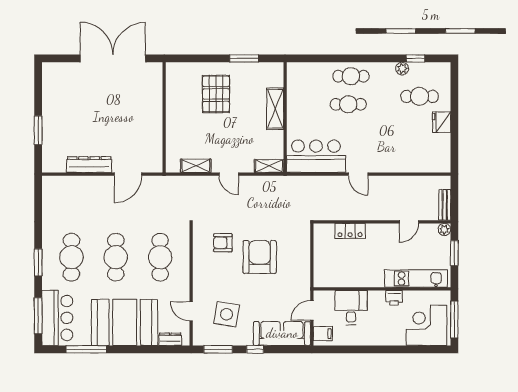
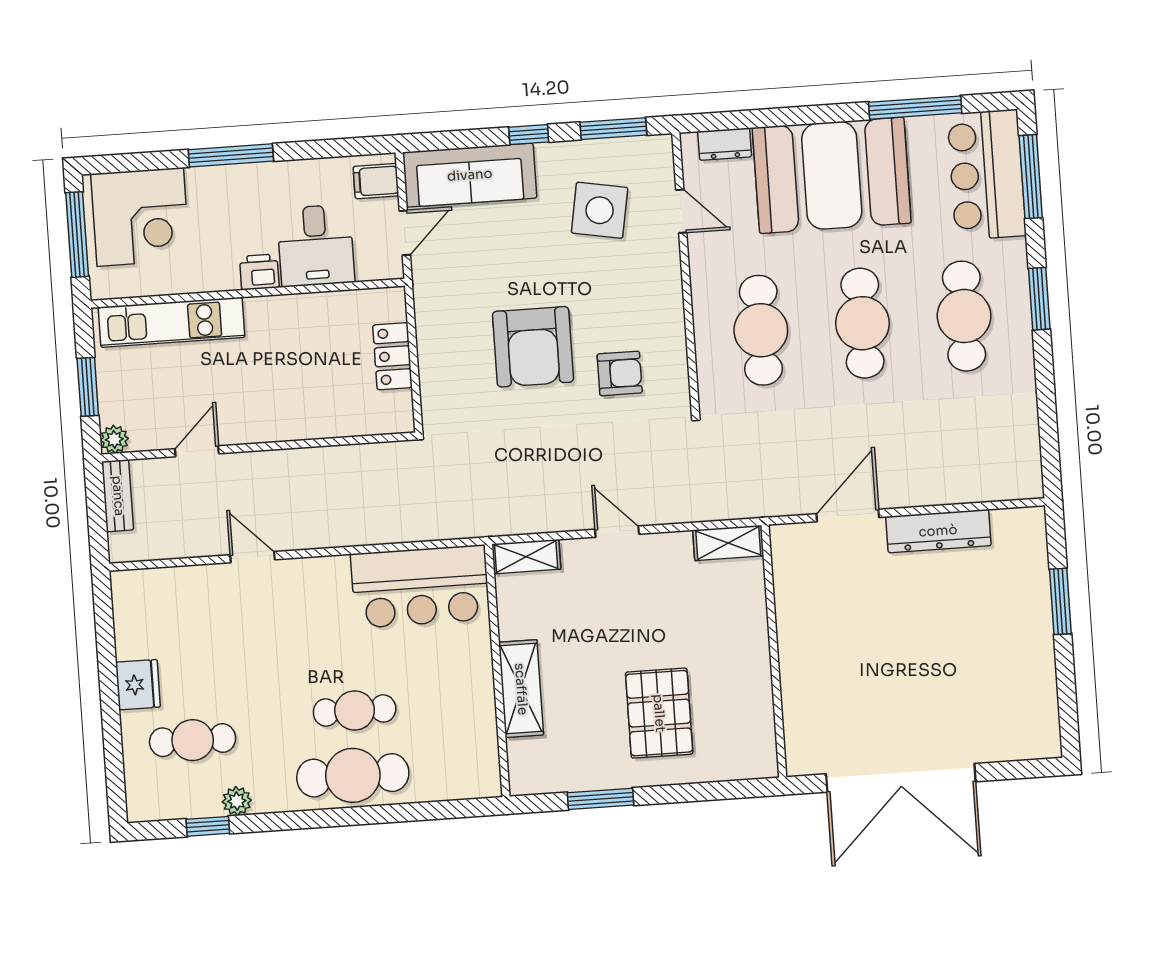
cafe table: (351, 76) -> (353, 775), width x1.37, depth x1.35
shelving: (196, 166) -> (728, 543), moved
door: (358, 174) -> (252, 557), moved
locker: (350, 231) -> (392, 356), moved, turned -90
printer: (394, 298) -> (259, 272), moved
window: (385, 349) -> (231, 155), added

